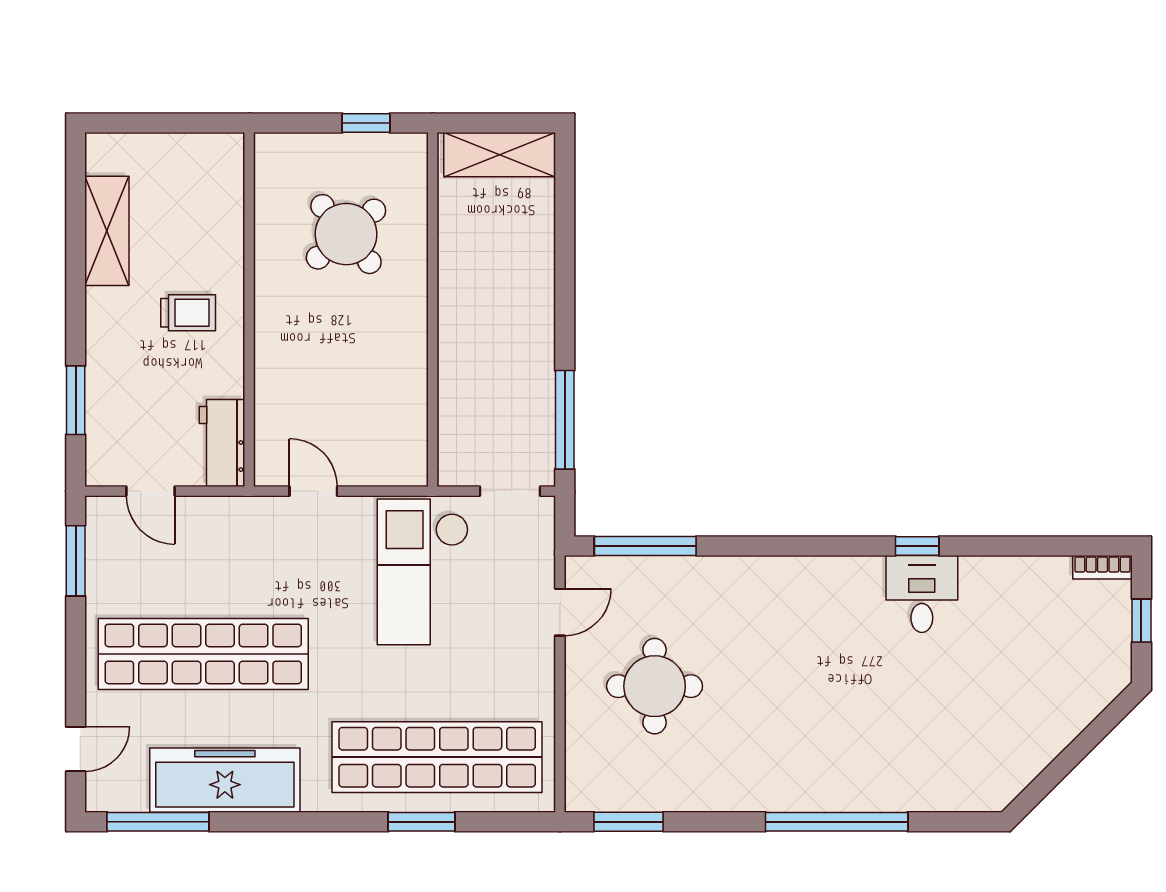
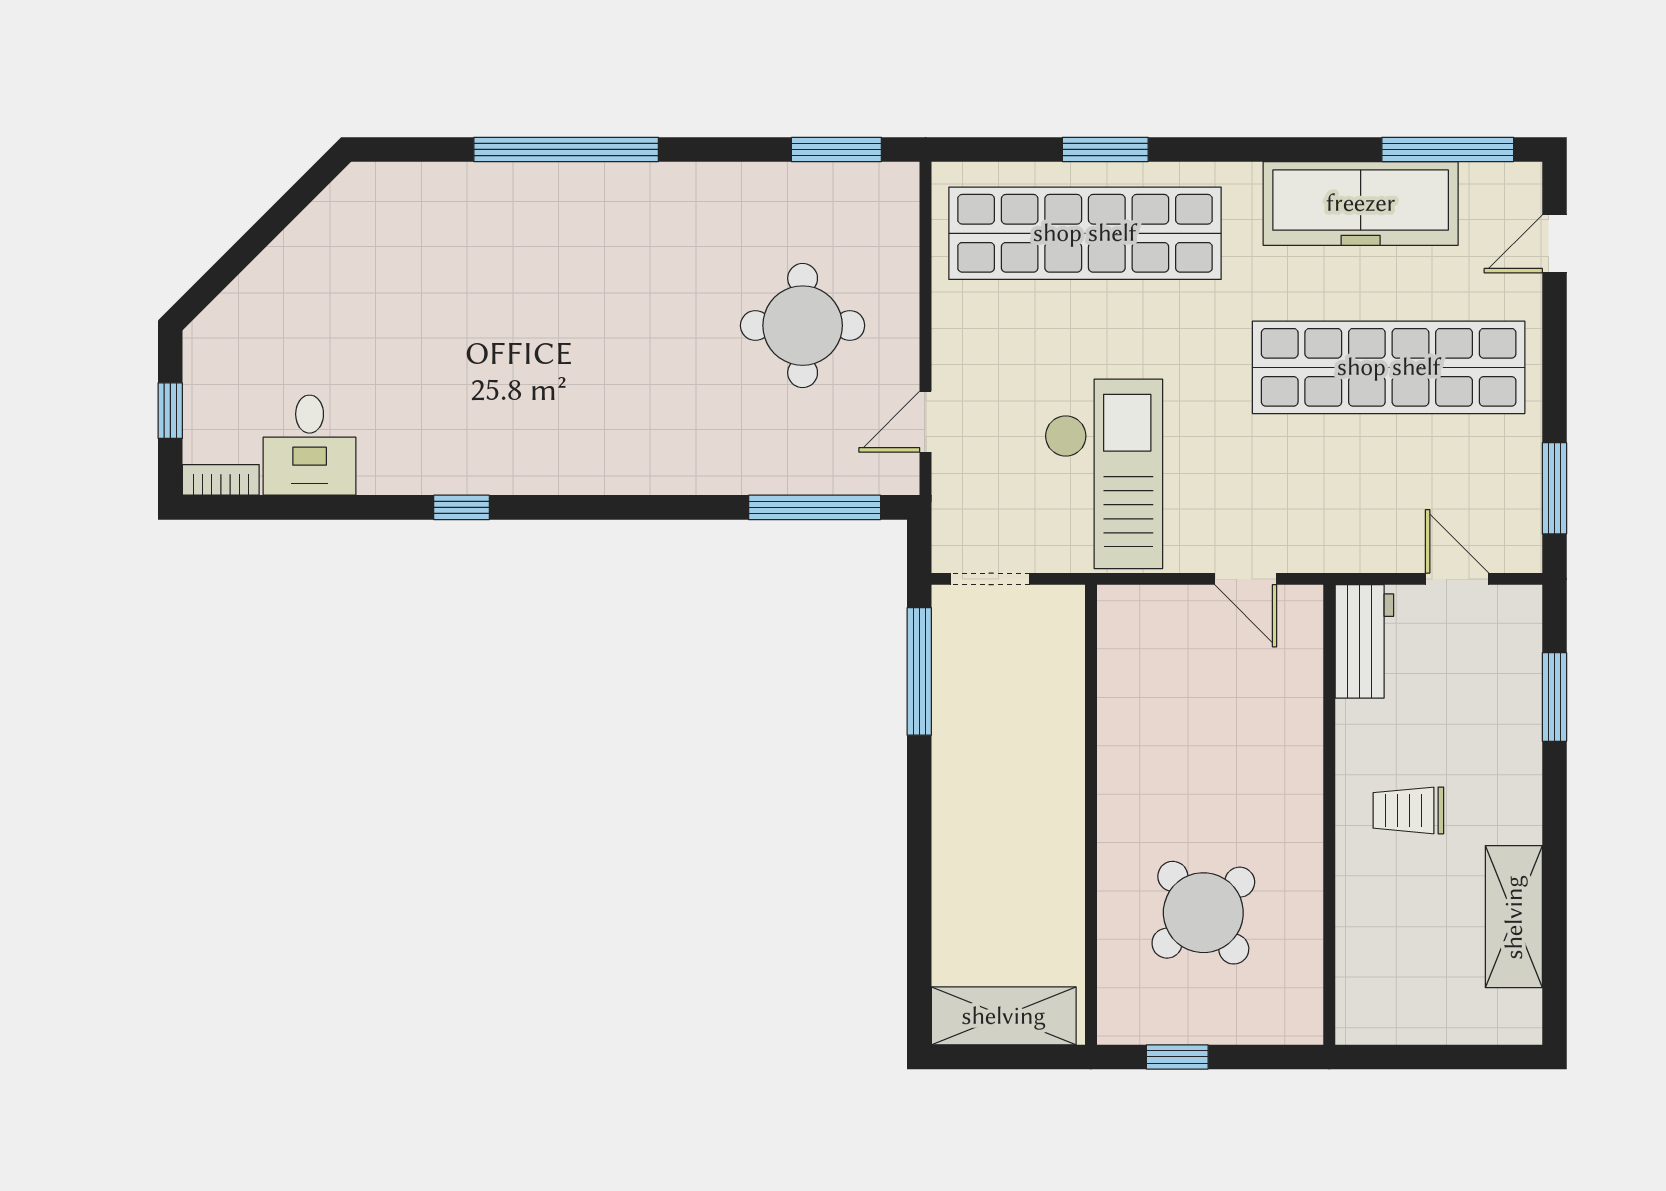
desk: (922, 594) -> (310, 445), moved

